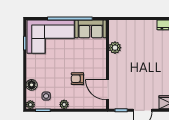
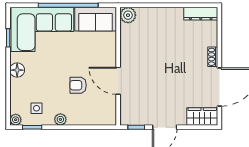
plant: (115, 48) -> (128, 15), moved
floor lamp: (32, 85) -> (17, 70), moved
door: (108, 90) -> (118, 81), moved

